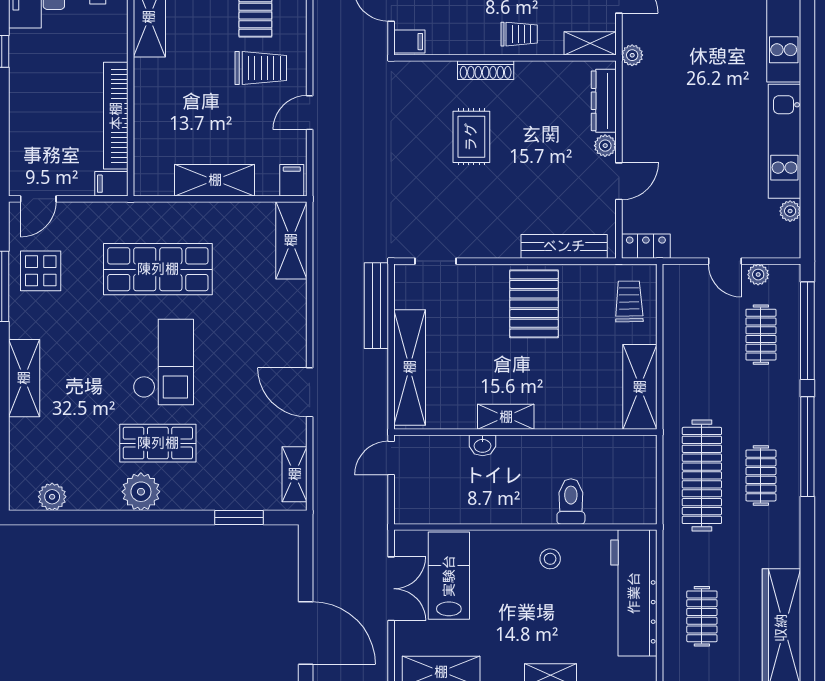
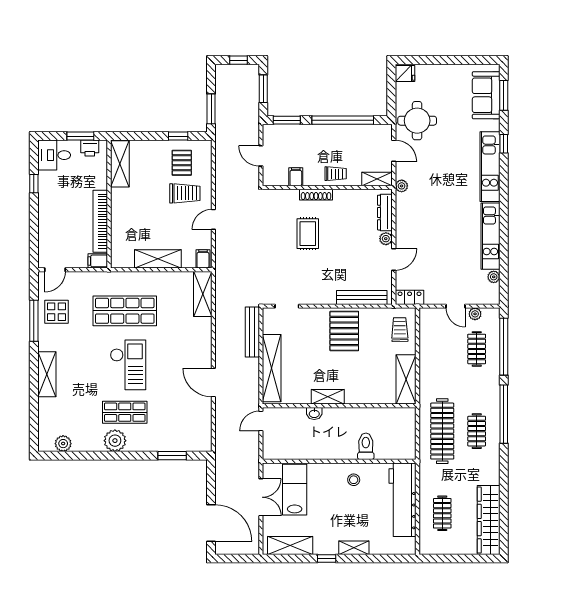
filing cabinet: (409, 42) -> (296, 177), moved, turned -90
shelving: (295, 474) -> (205, 430), removed

